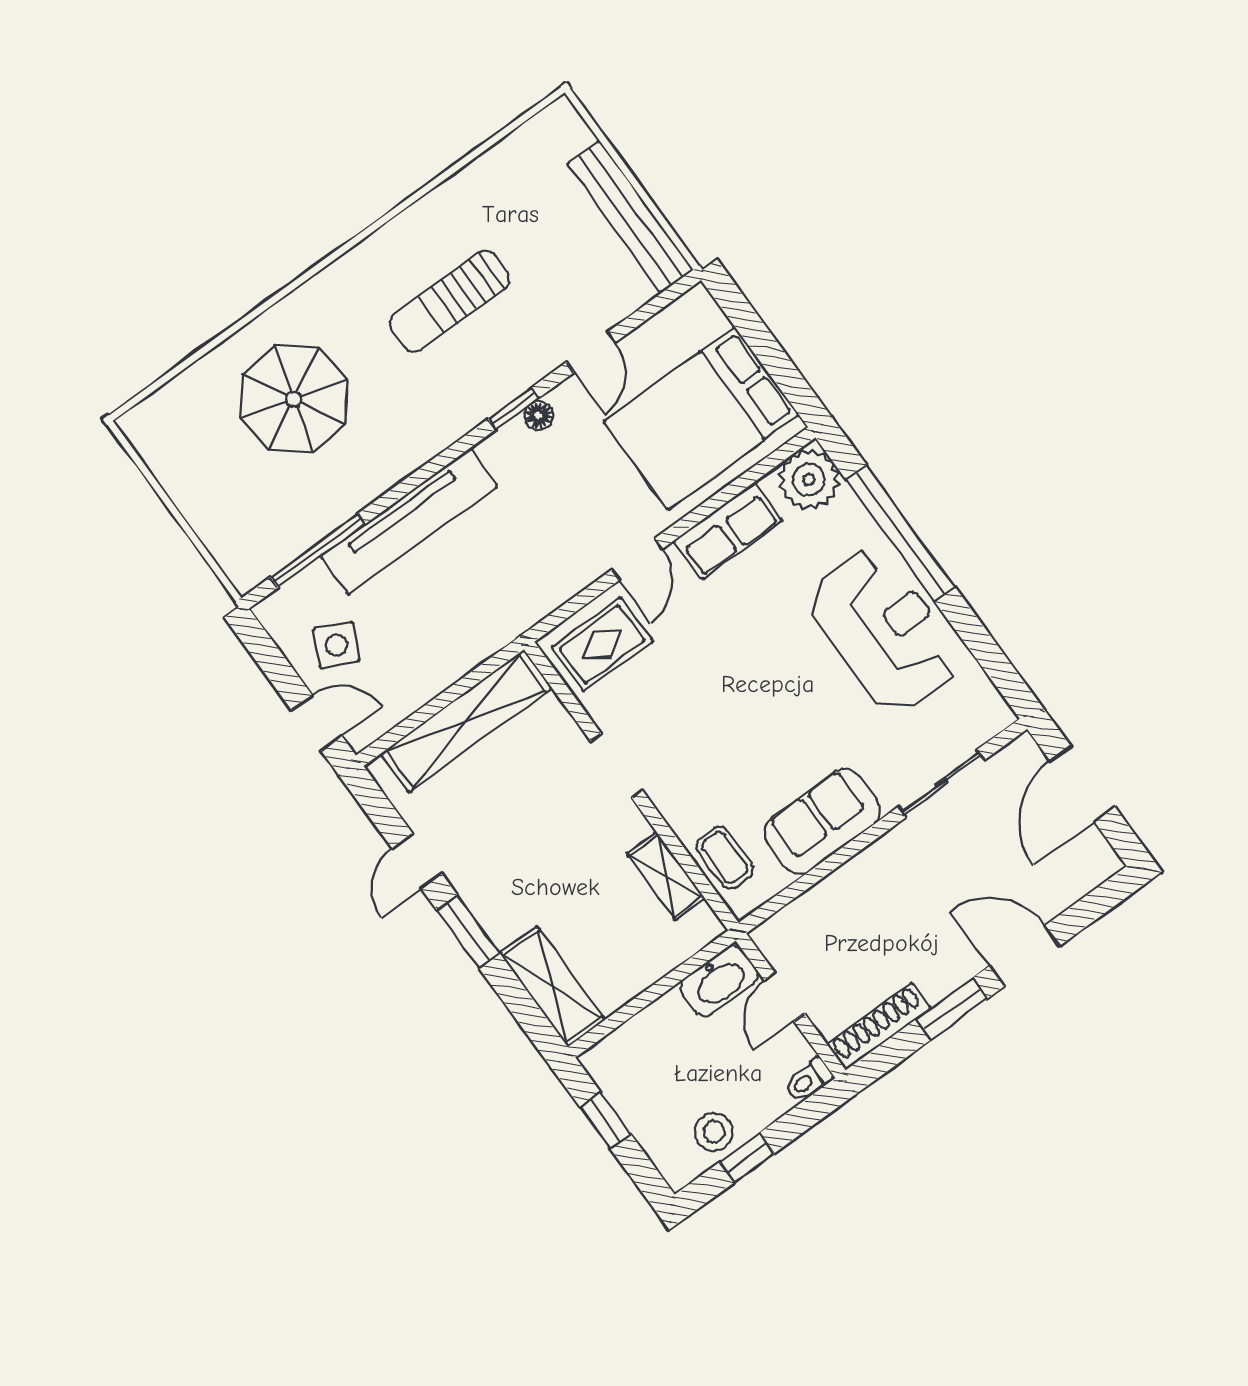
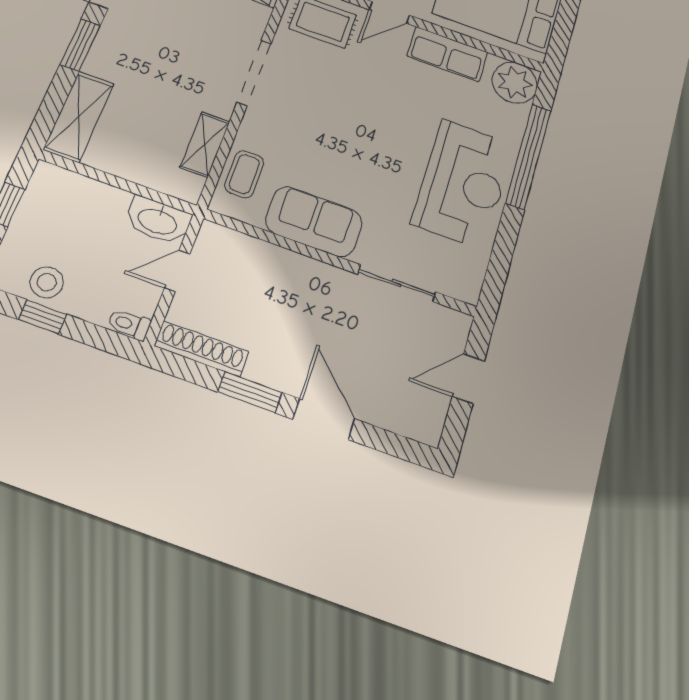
doorway: (616, 766) -> (254, 73), width x1.38
door: (1083, 784) -> (468, 379), width x0.73

